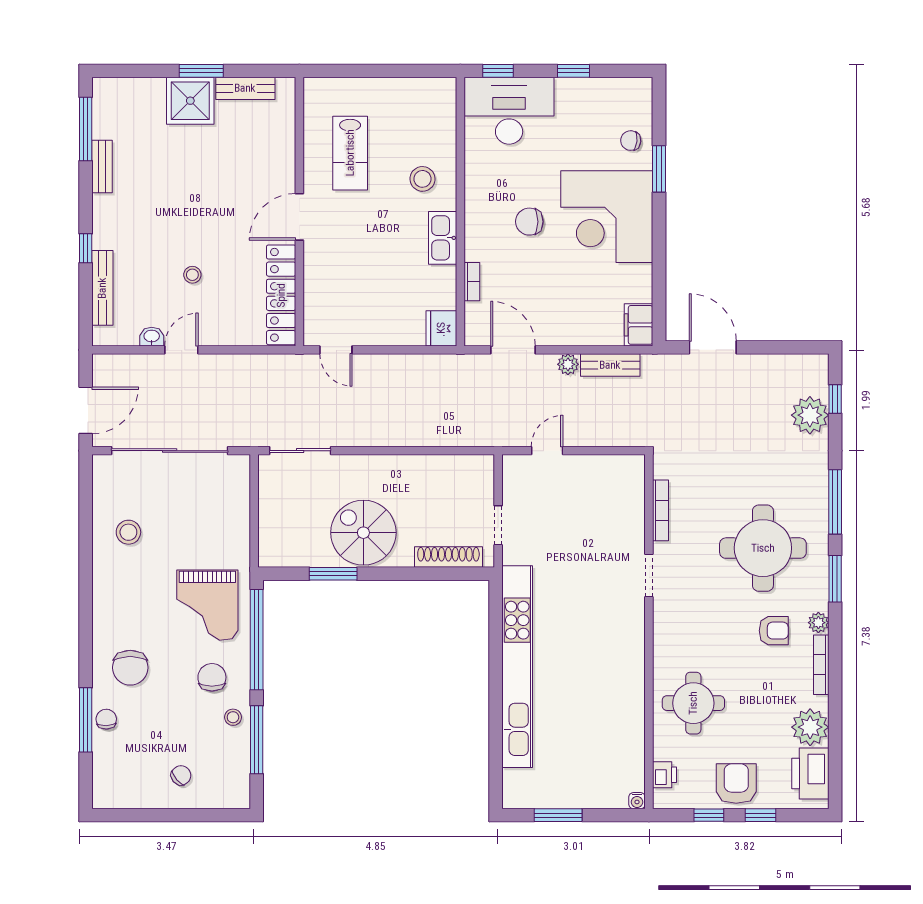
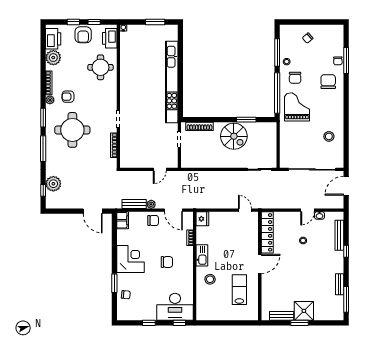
corner desk: (607, 217) -> (131, 259), width x0.74, depth x0.74
chair: (563, 324) -> (153, 220), added
printer: (665, 775) -> (110, 38), width x1.87, depth x1.48

